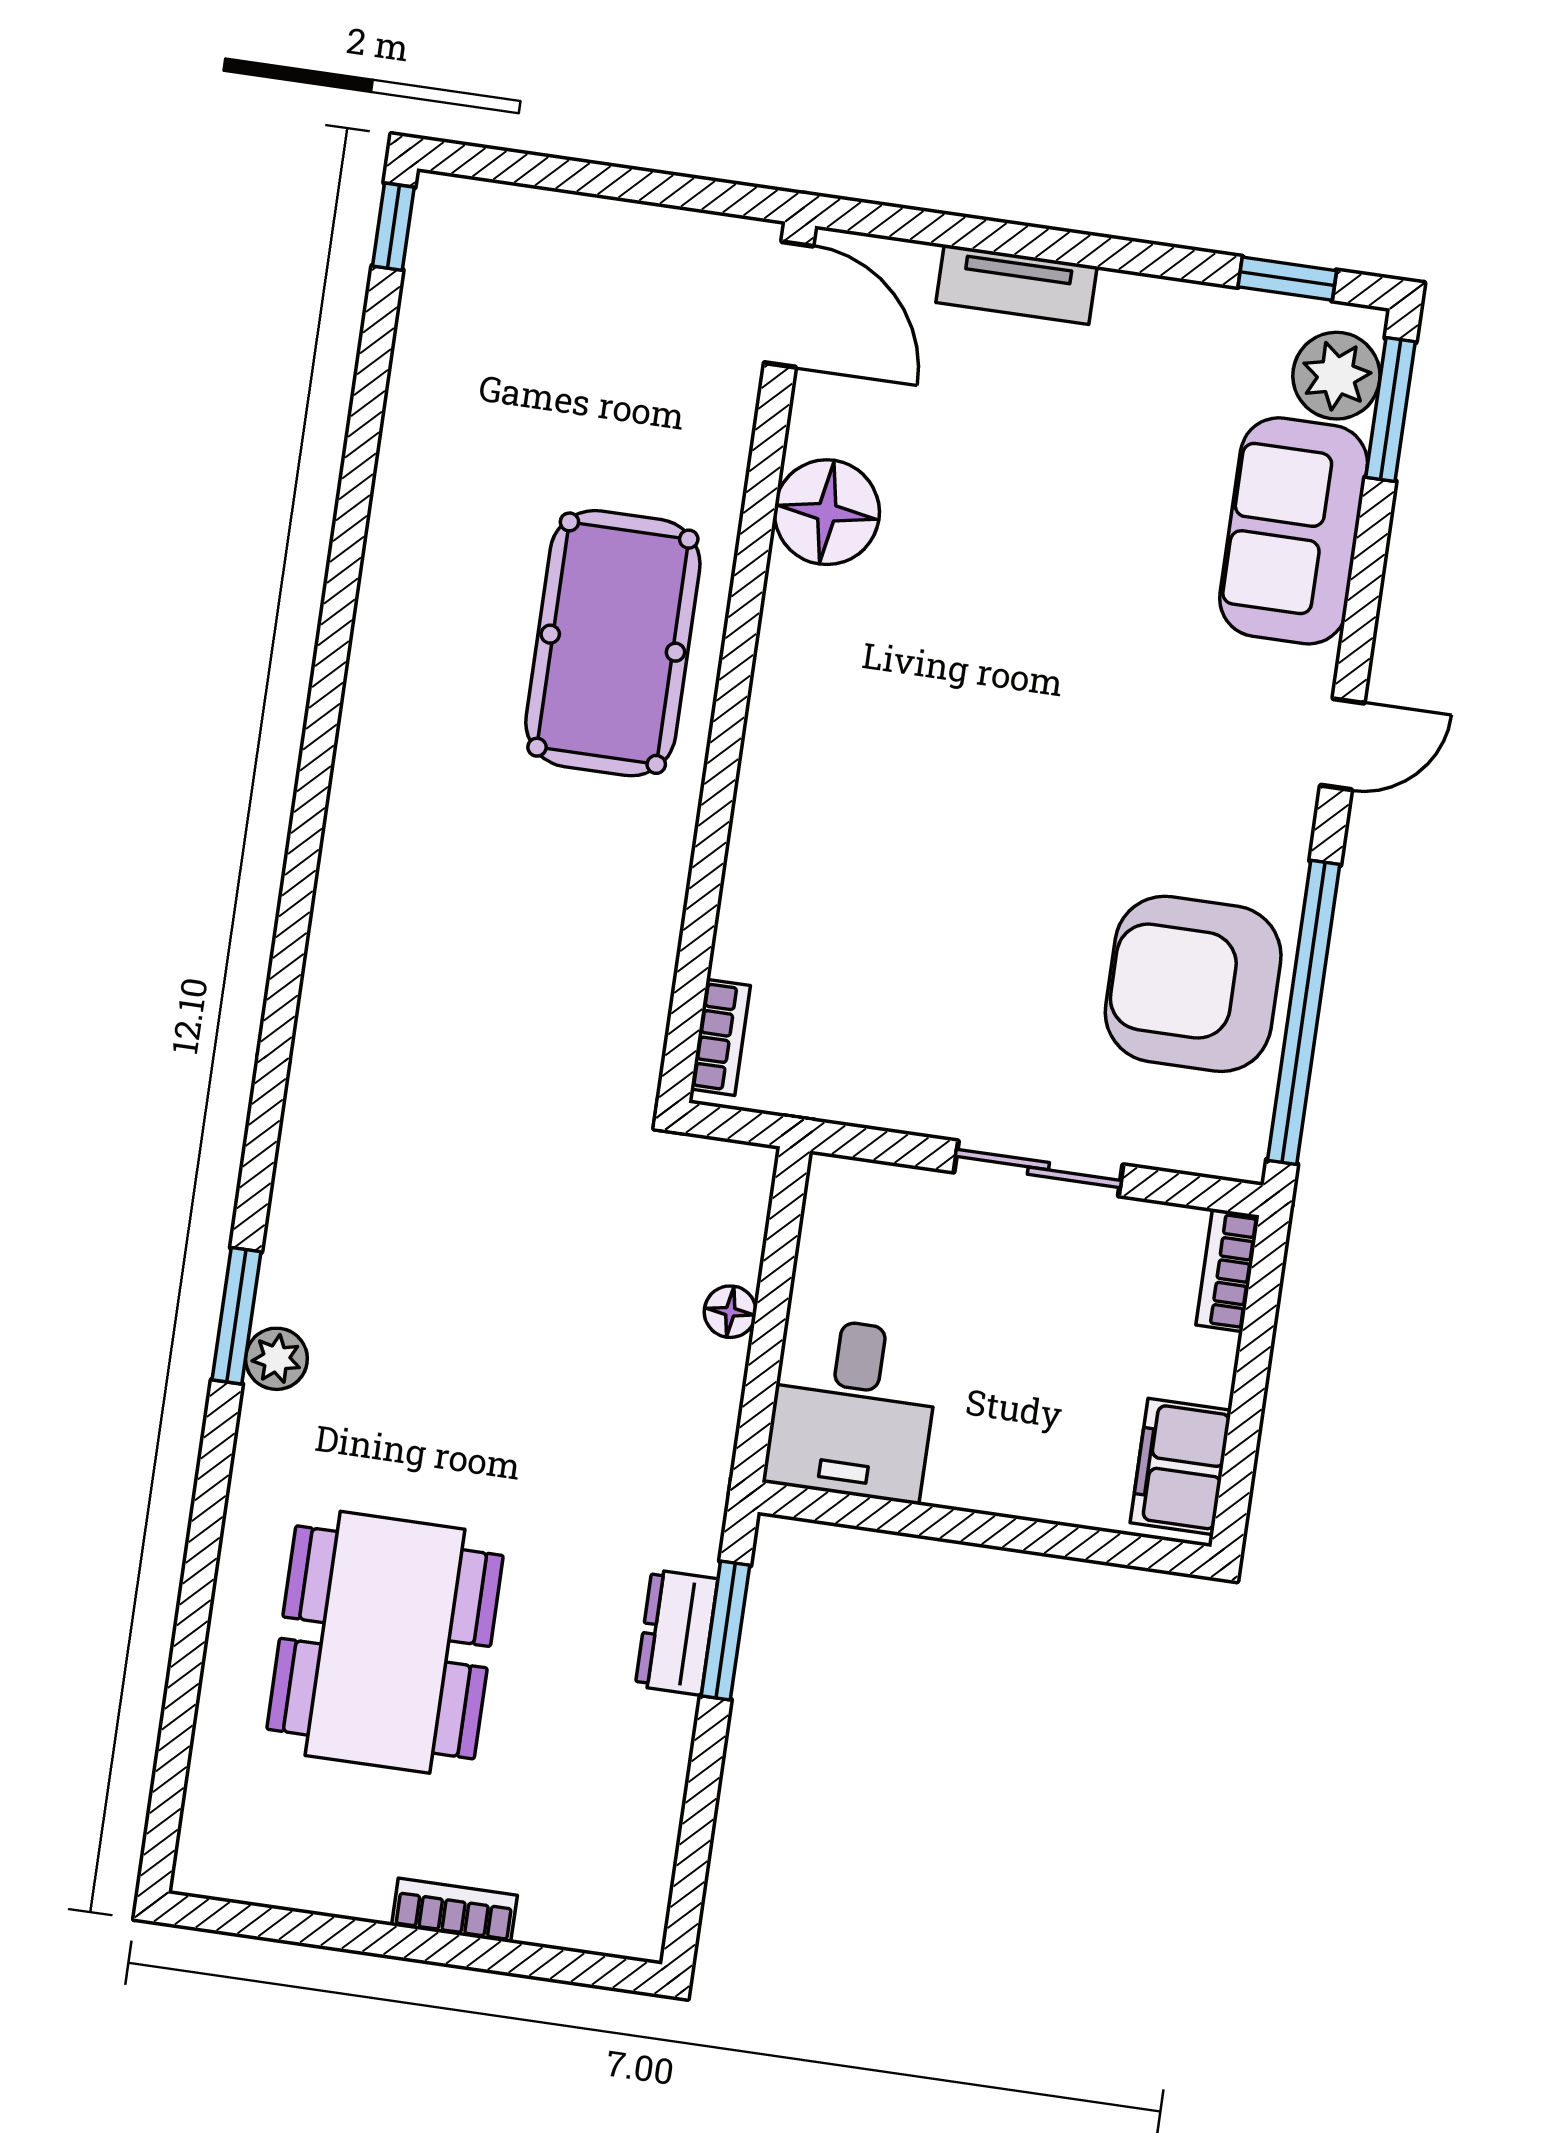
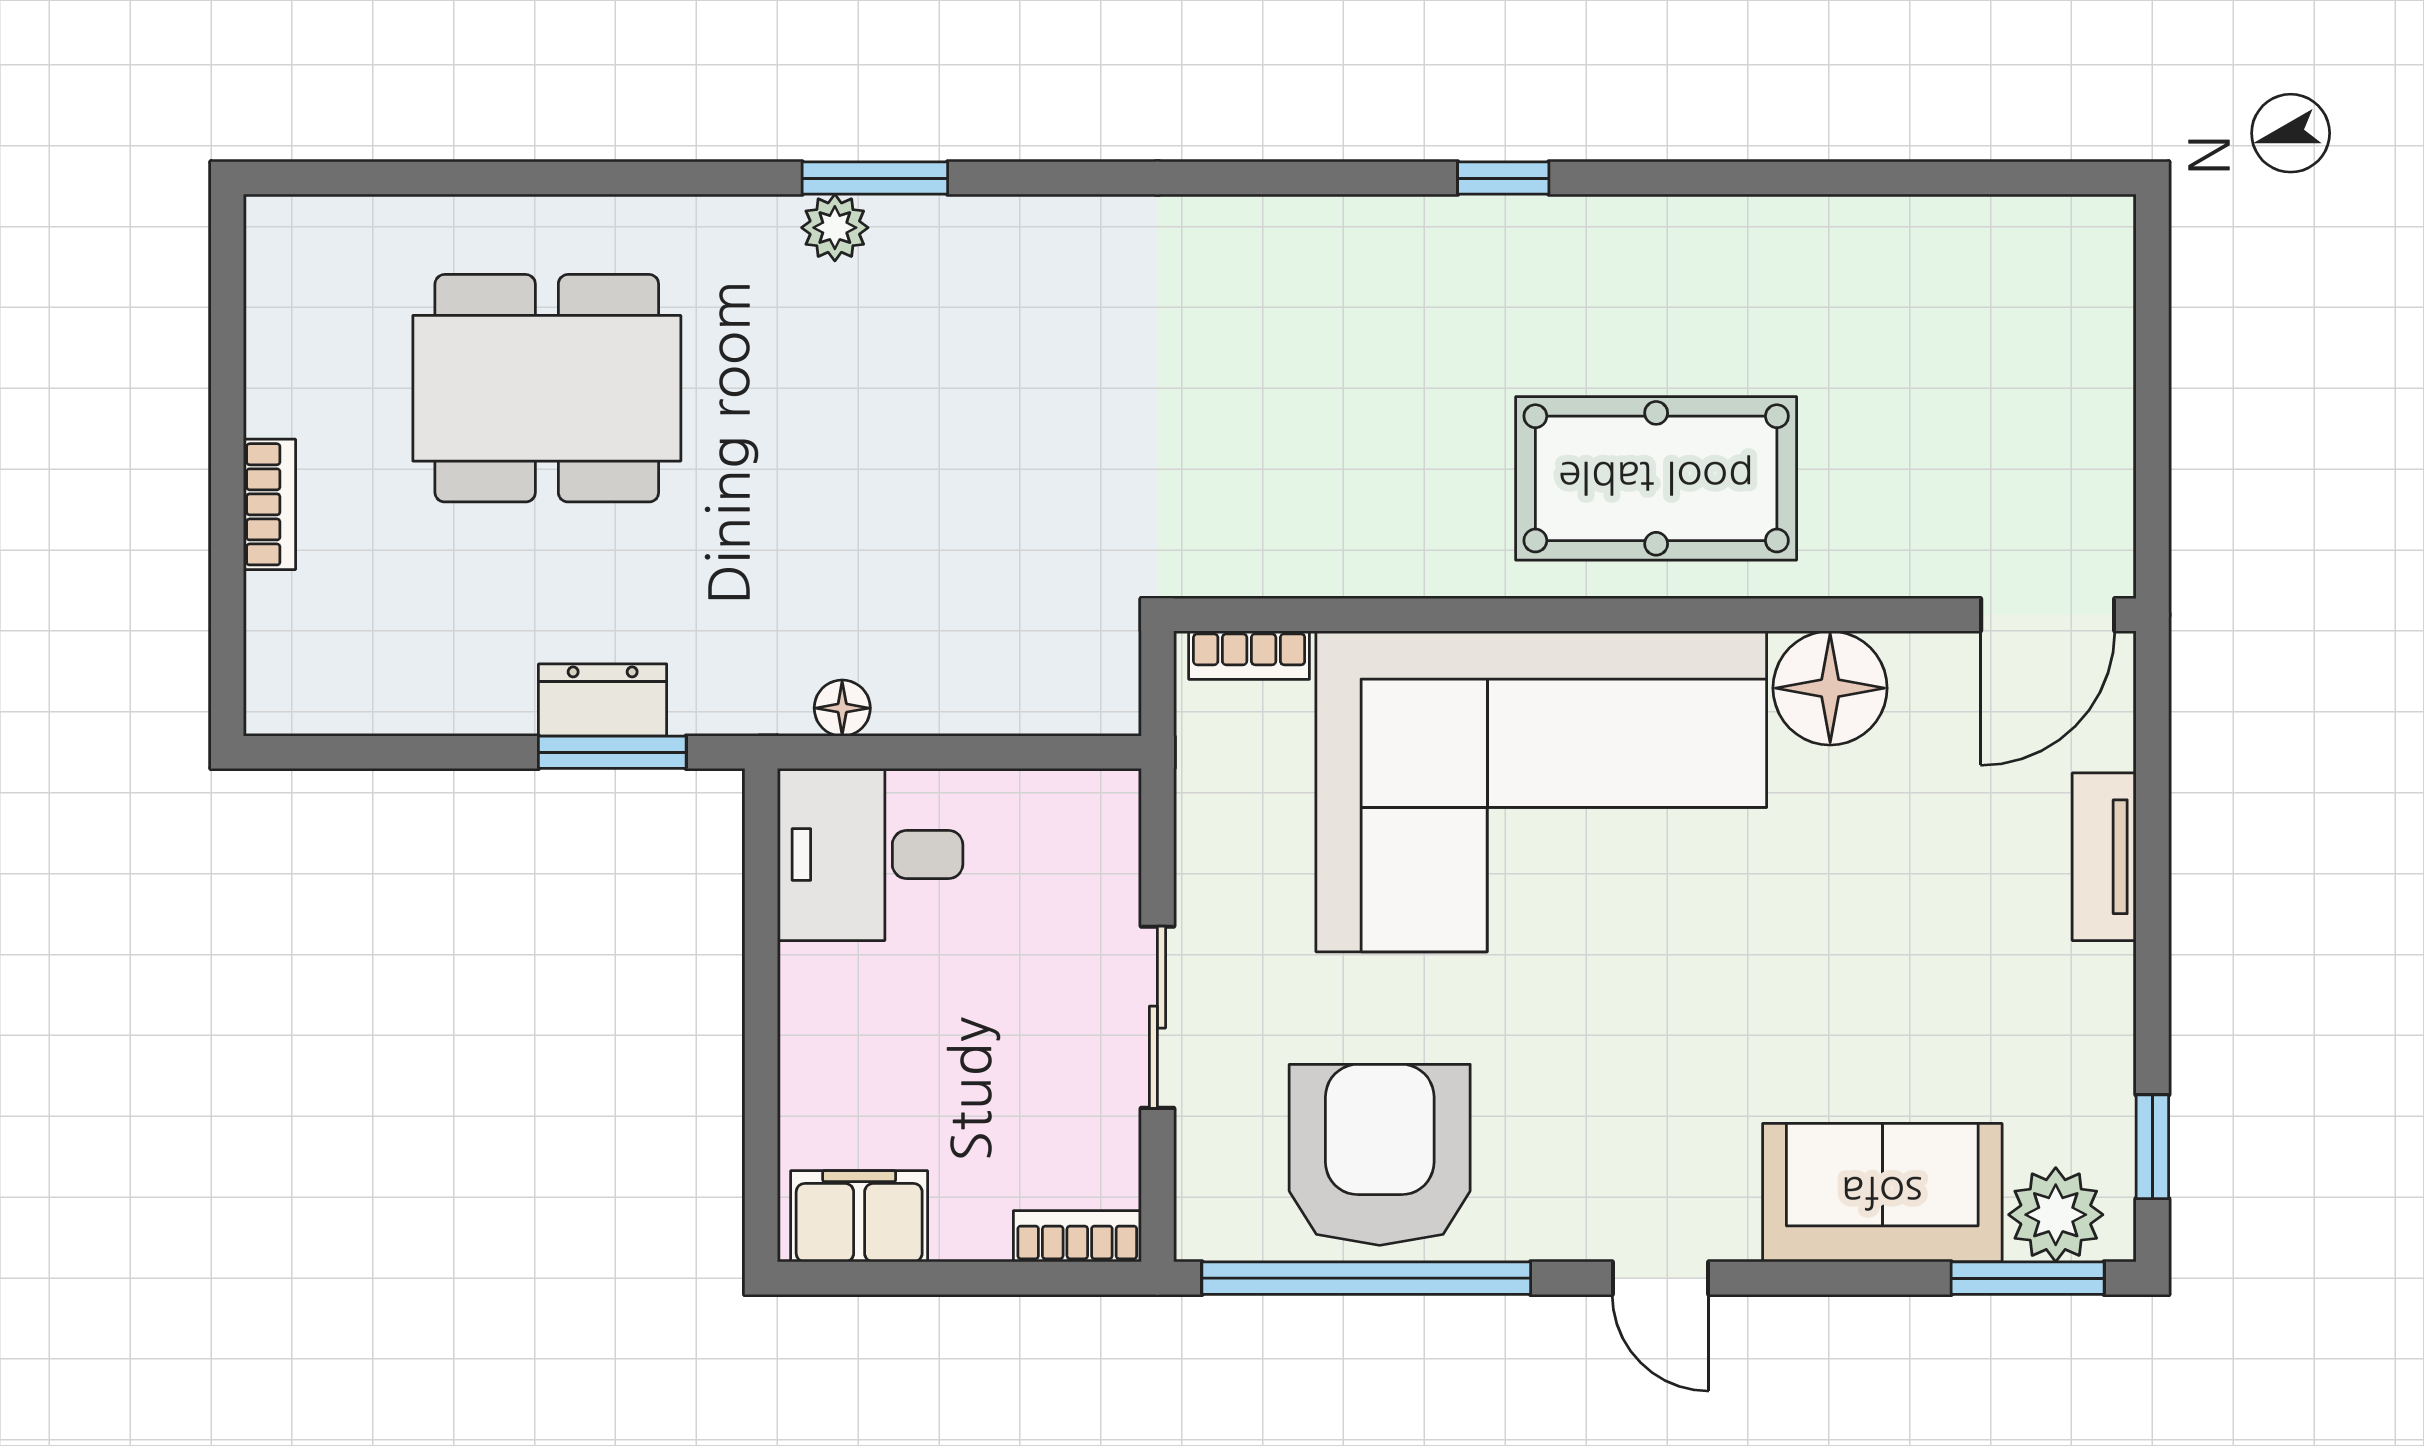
window: (393, 227) -> (1503, 178), moved
corner sofa: (883, 789) -> (1541, 791), added
floor lamp: (730, 1312) -> (842, 708), moved

